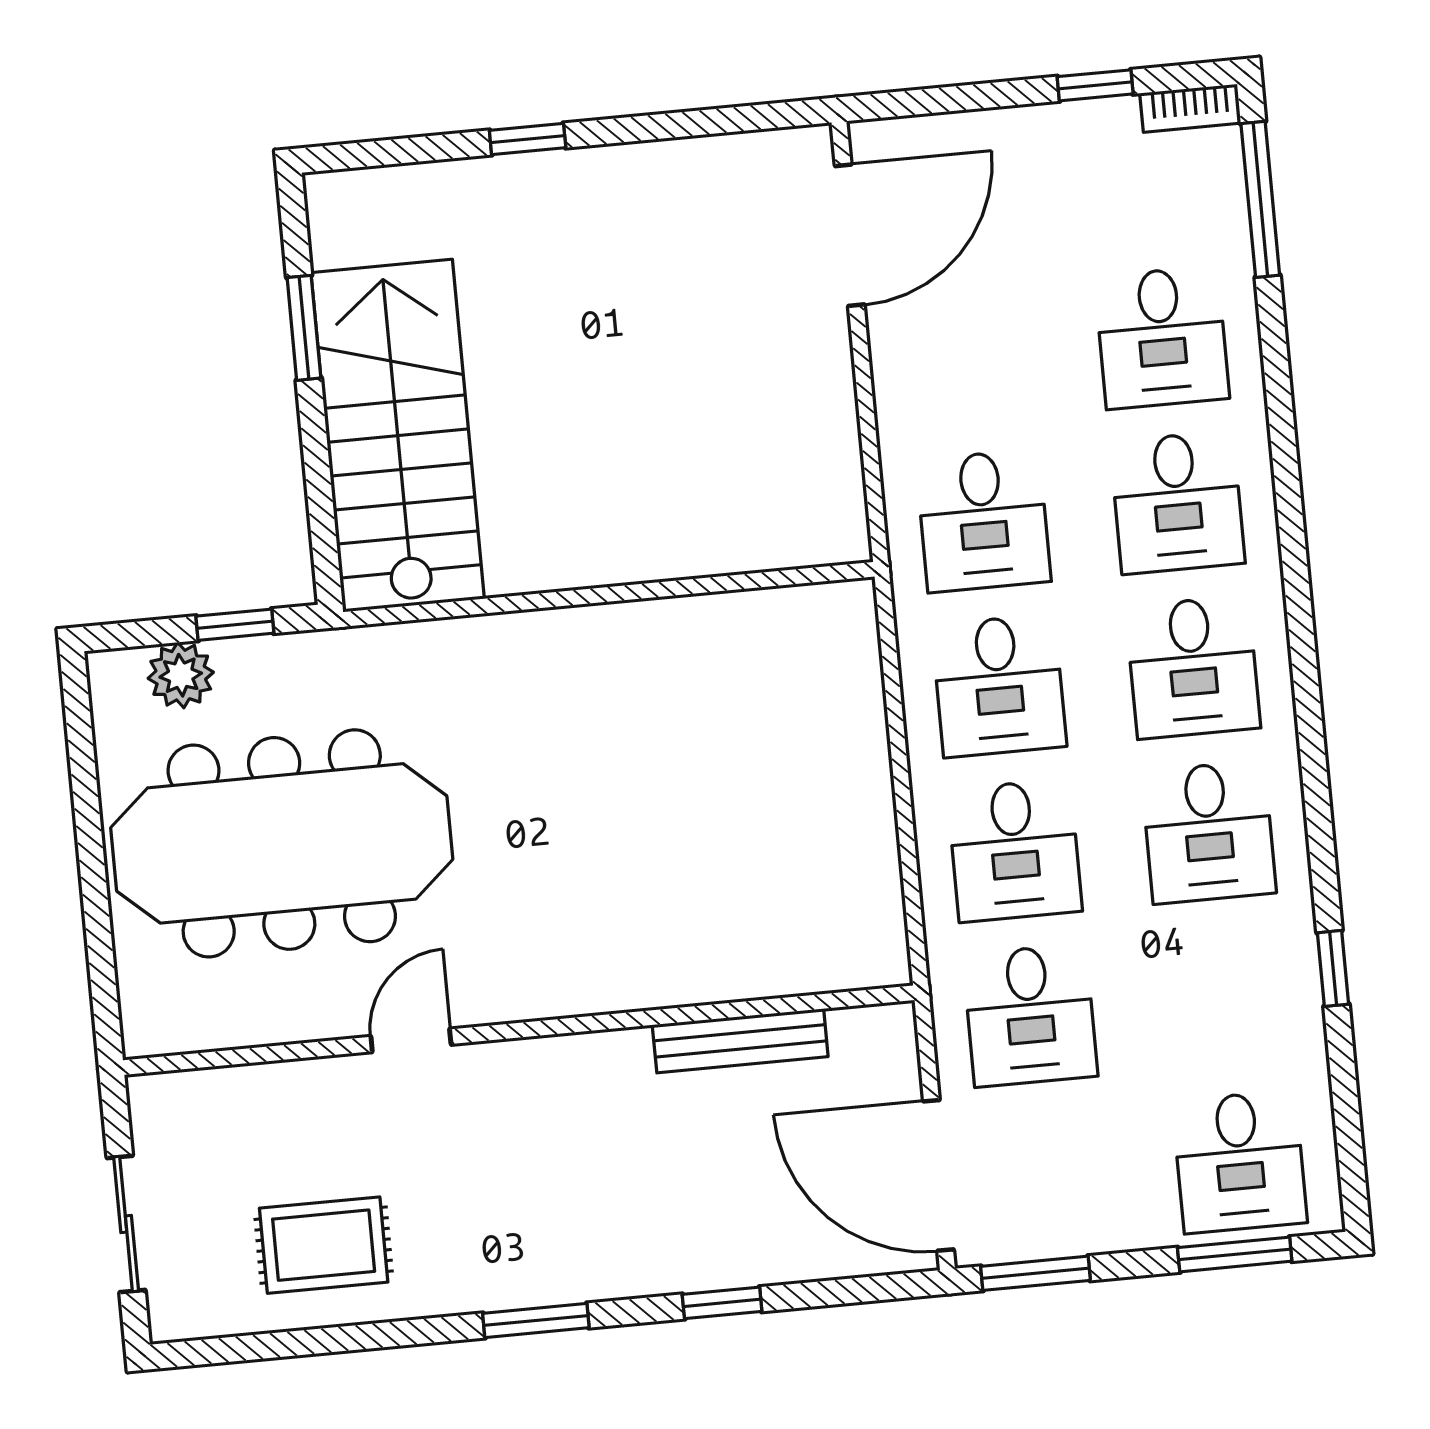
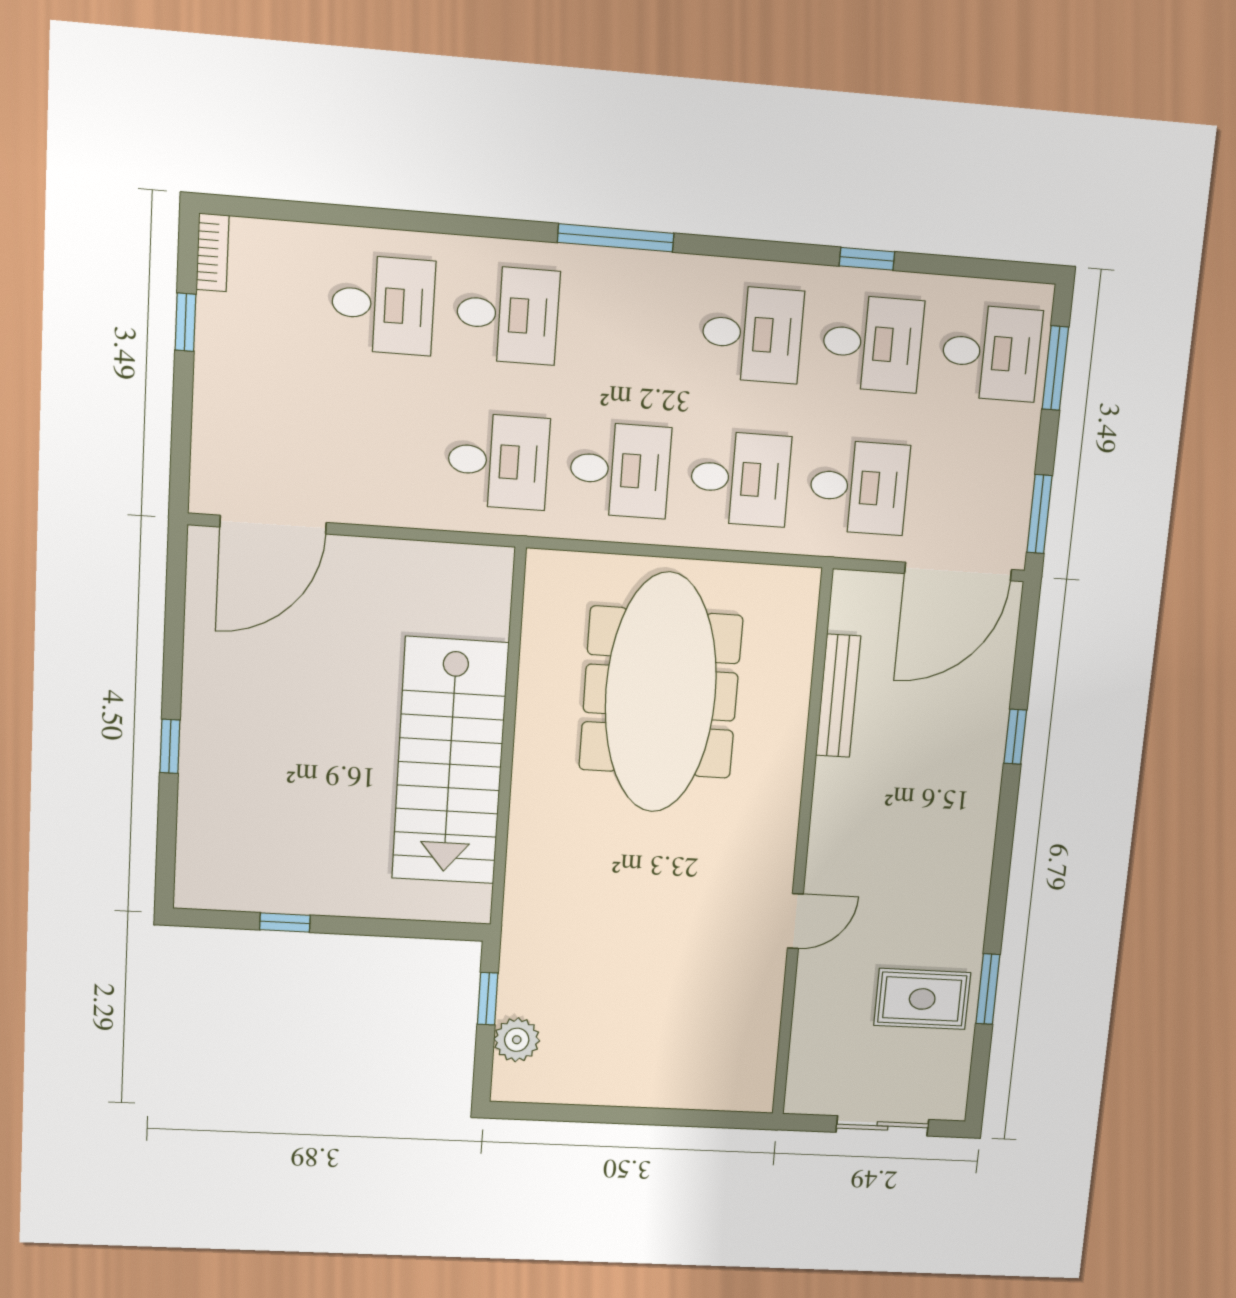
window: (1260, 199) -> (616, 238), moved
door: (850, 235) -> (273, 525), swing flipped
window: (304, 328) -> (285, 922), width x0.67
stairs: (398, 436) -> (450, 761), moved, turned -90
desk: (1193, 667) -> (872, 343), moved
meeting table: (282, 843) -> (661, 693), moved
door: (411, 1040) -> (795, 921), swing flipped
rug: (324, 1245) -> (922, 999), turned 90
window: (536, 1321) -> (988, 989), moved

